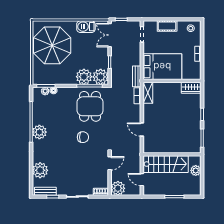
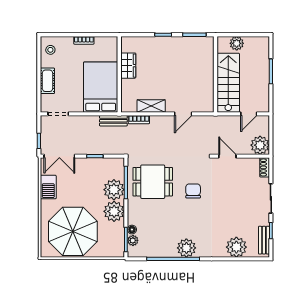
plant: (101, 77) -> (114, 211), moved
wardrobe: (191, 88) -> (128, 66), moved
shelving: (148, 93) -> (151, 106), moved

